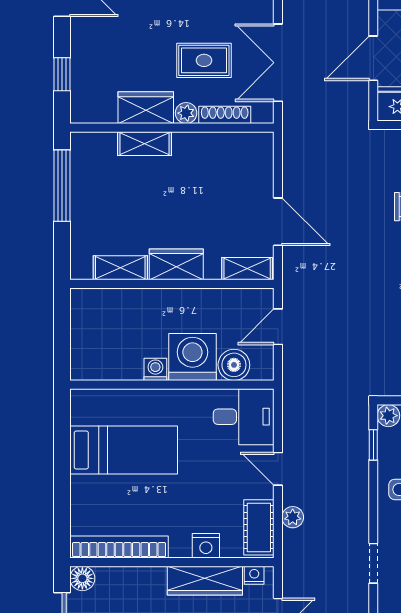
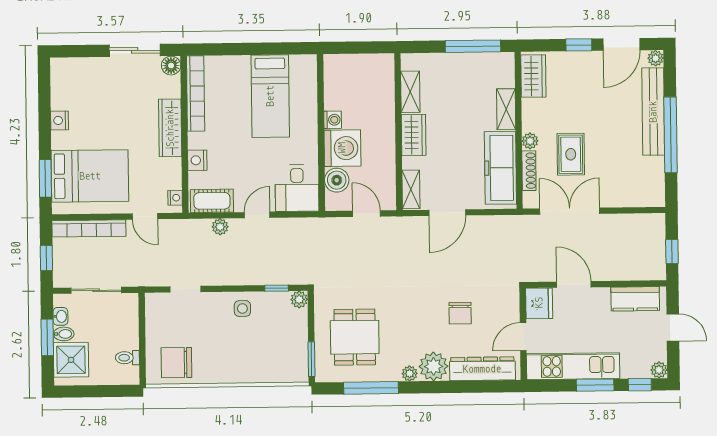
window: (62, 74) -> (579, 45), moved
wardrobe: (146, 108) -> (533, 76), moved
freezer: (221, 152) -> (500, 168), added
wardrobe: (205, 581) -> (170, 128), moved

